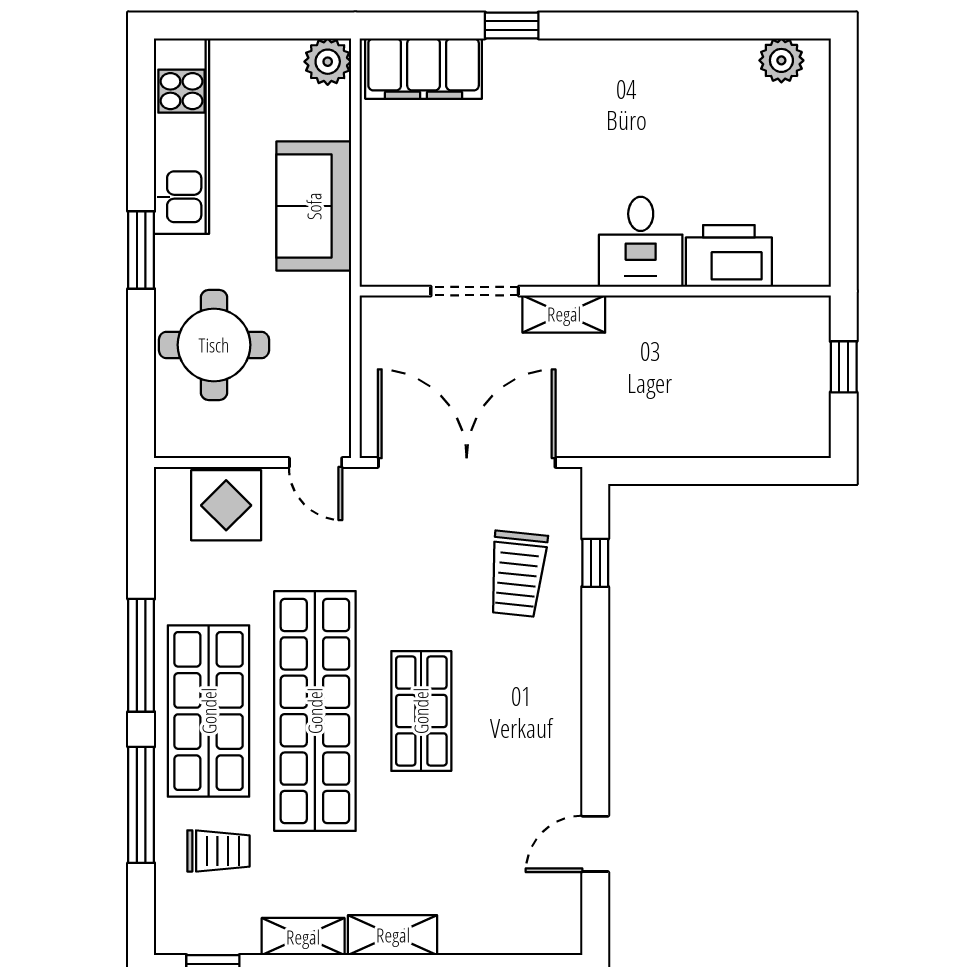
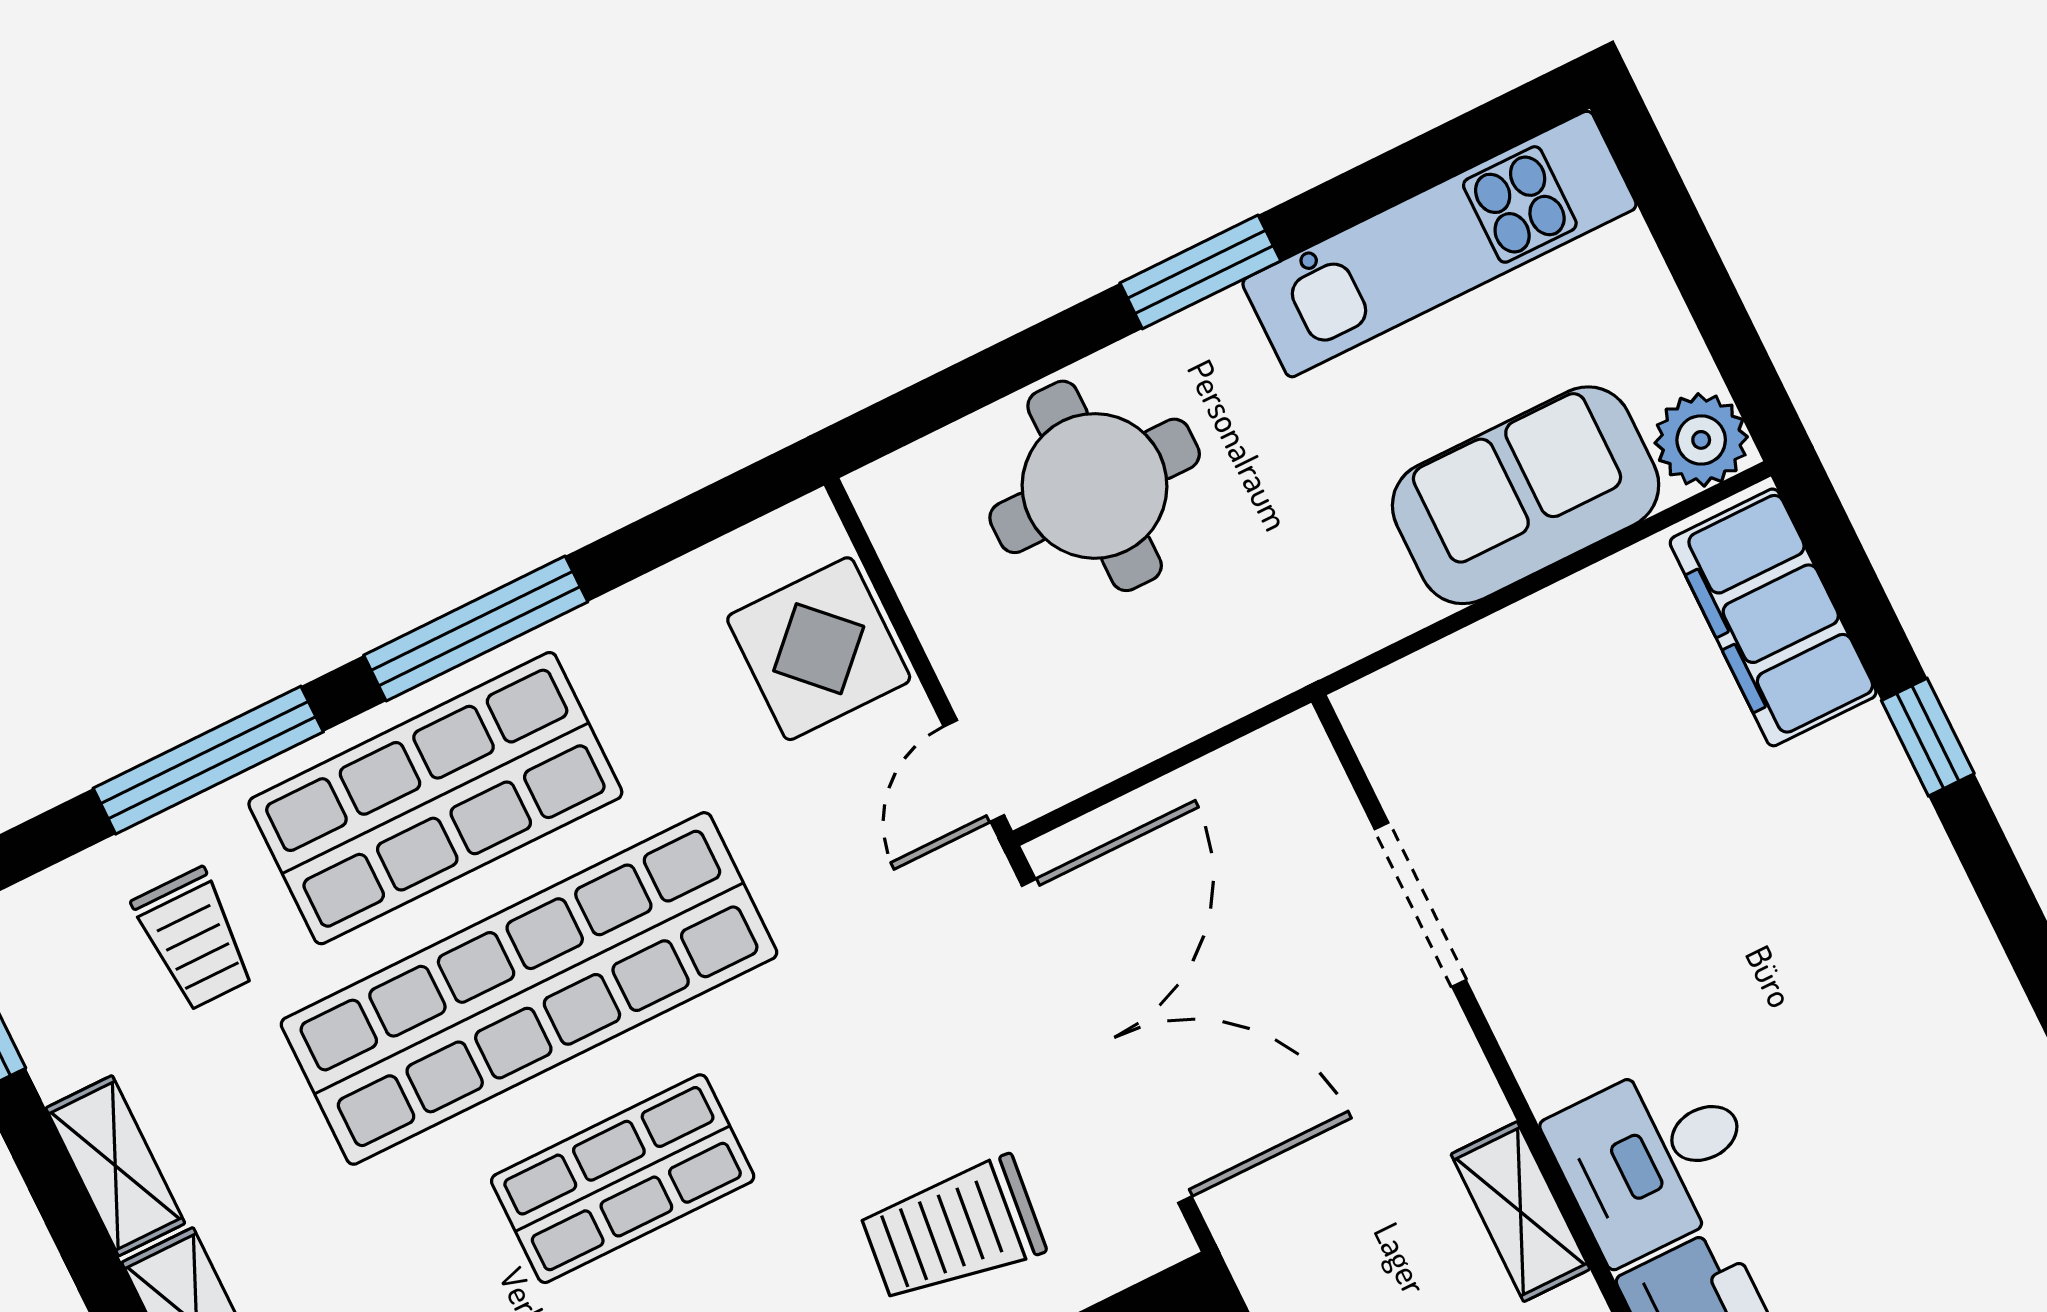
sofa: (314, 206) -> (1526, 495), moved
shelving: (564, 314) -> (1520, 1212), moved

